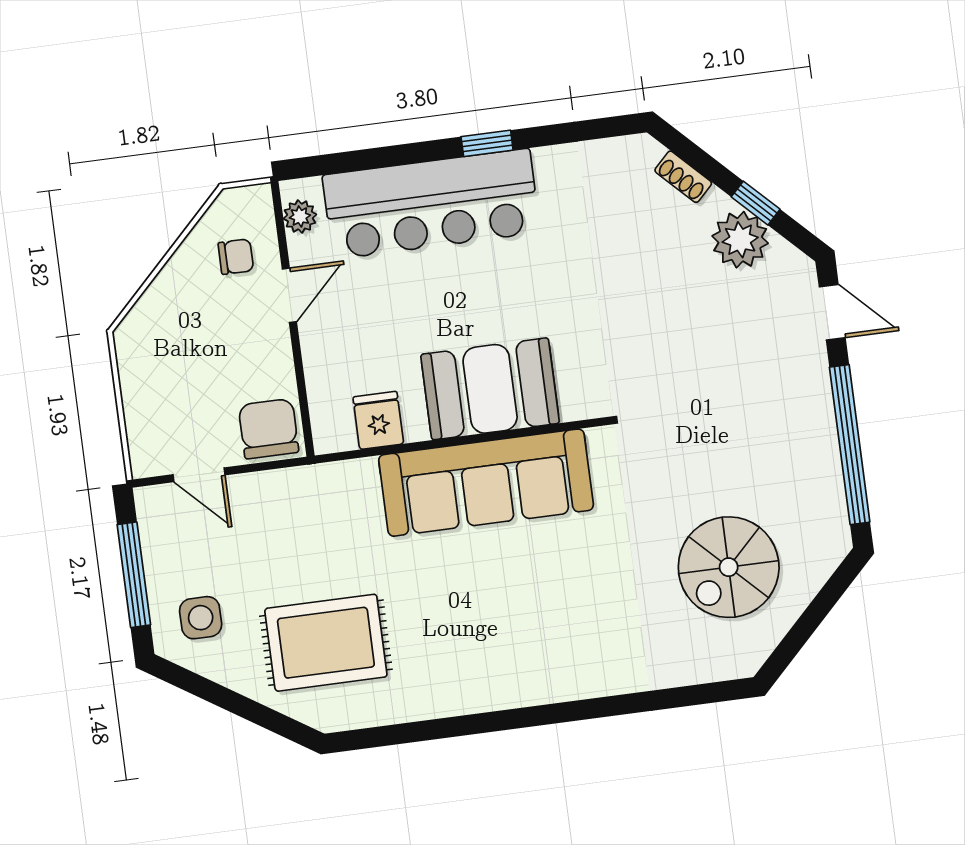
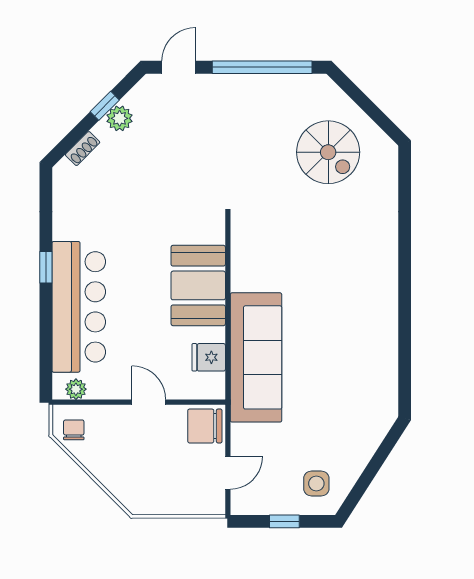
plant: (740, 240) -> (120, 118), width x0.73, depth x0.73
chair: (236, 257) -> (74, 430), moved
door: (289, 295) -> (149, 402), moved
sofa: (486, 483) -> (256, 357), moved
window: (134, 575) -> (284, 521), width x0.46
rug: (326, 643) -> (342, 408), removed

